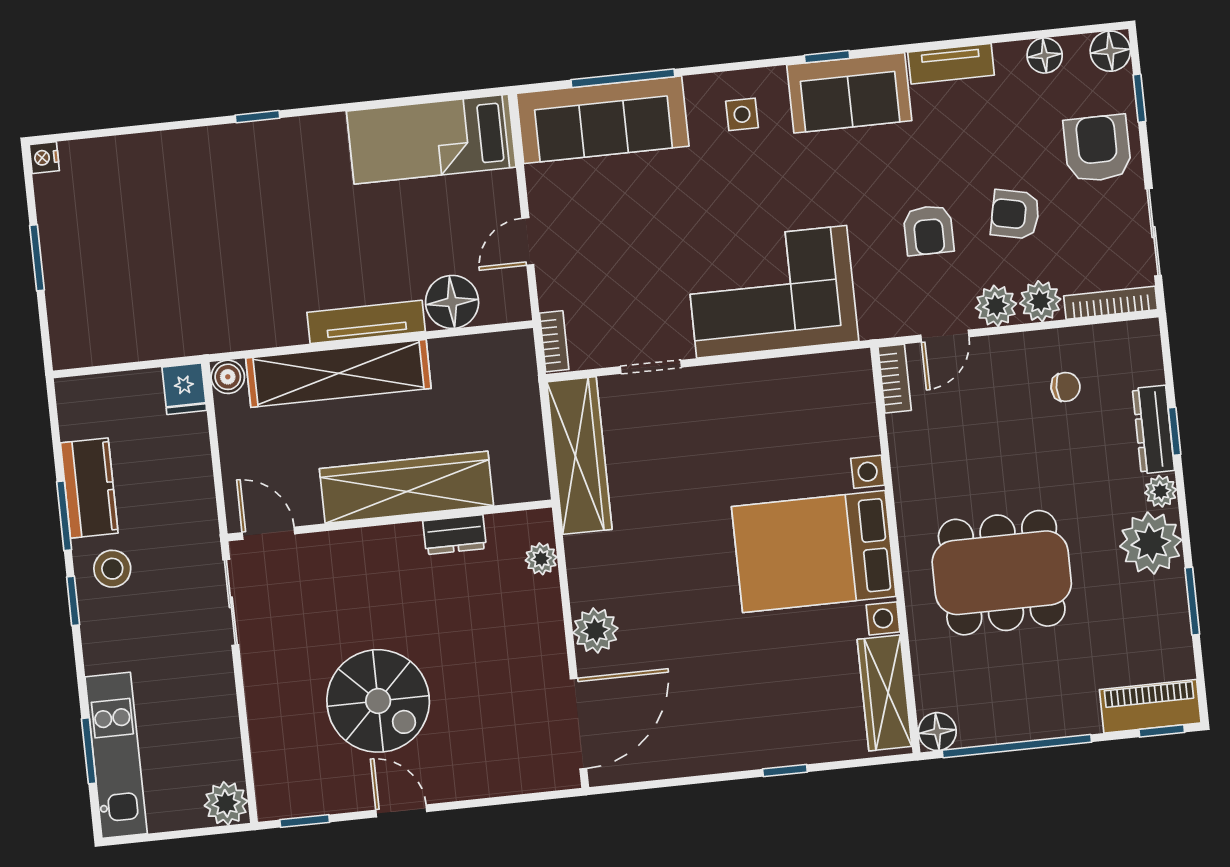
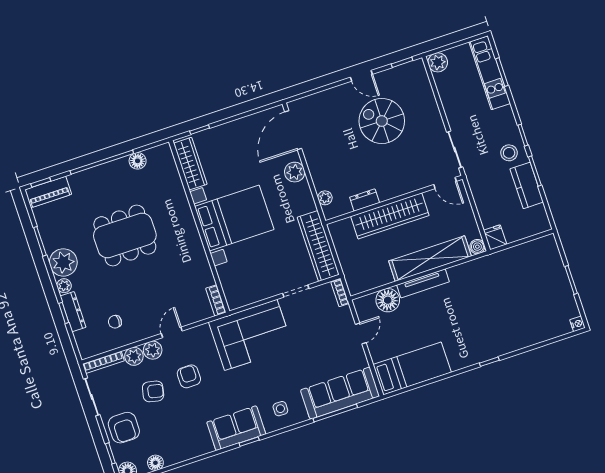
tv unit: (951, 64) -> (195, 450), removed
bookcase: (895, 379) -> (216, 300), moved
wall: (895, 550) -> (199, 226), moved
bed with nightstands: (814, 552) -> (234, 218), moved
wardrobe: (885, 693) -> (190, 164), moved

